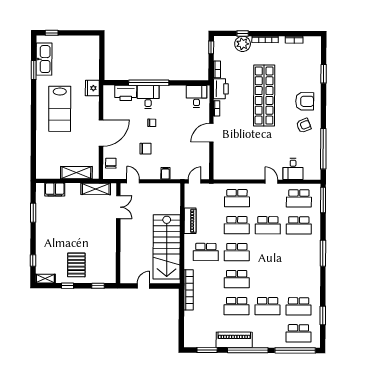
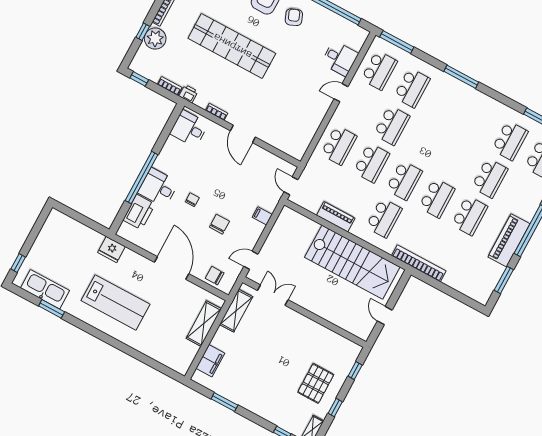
printer: (221, 89) -> (188, 94), width x0.53, depth x0.68
pallet: (76, 265) -> (316, 383), turned 90

